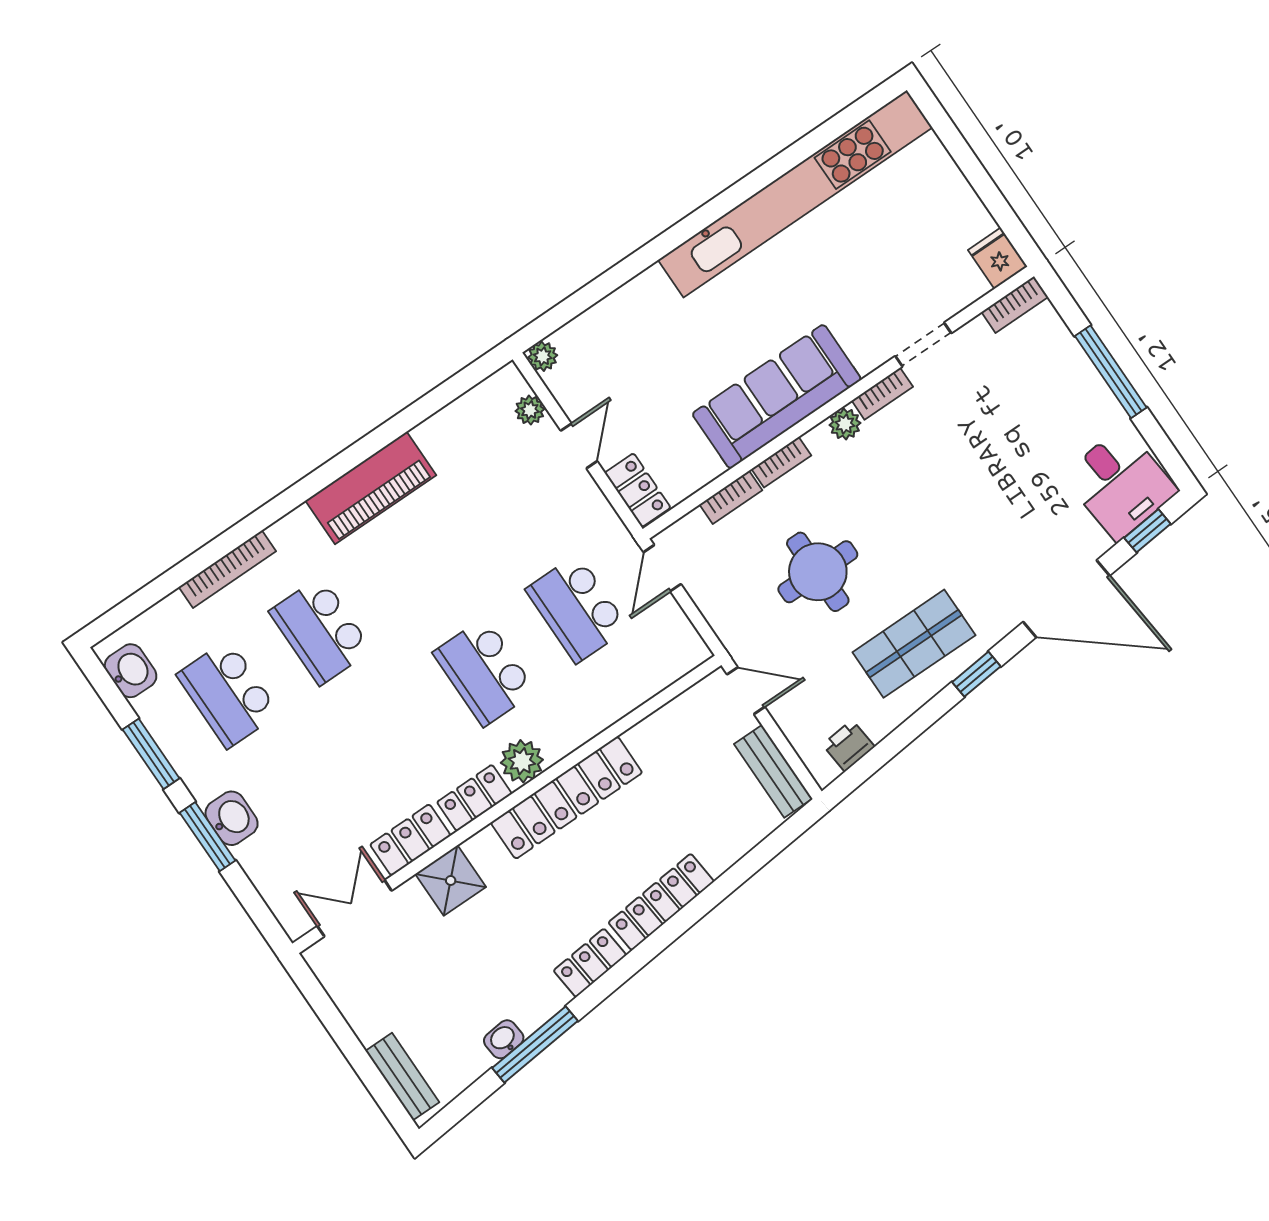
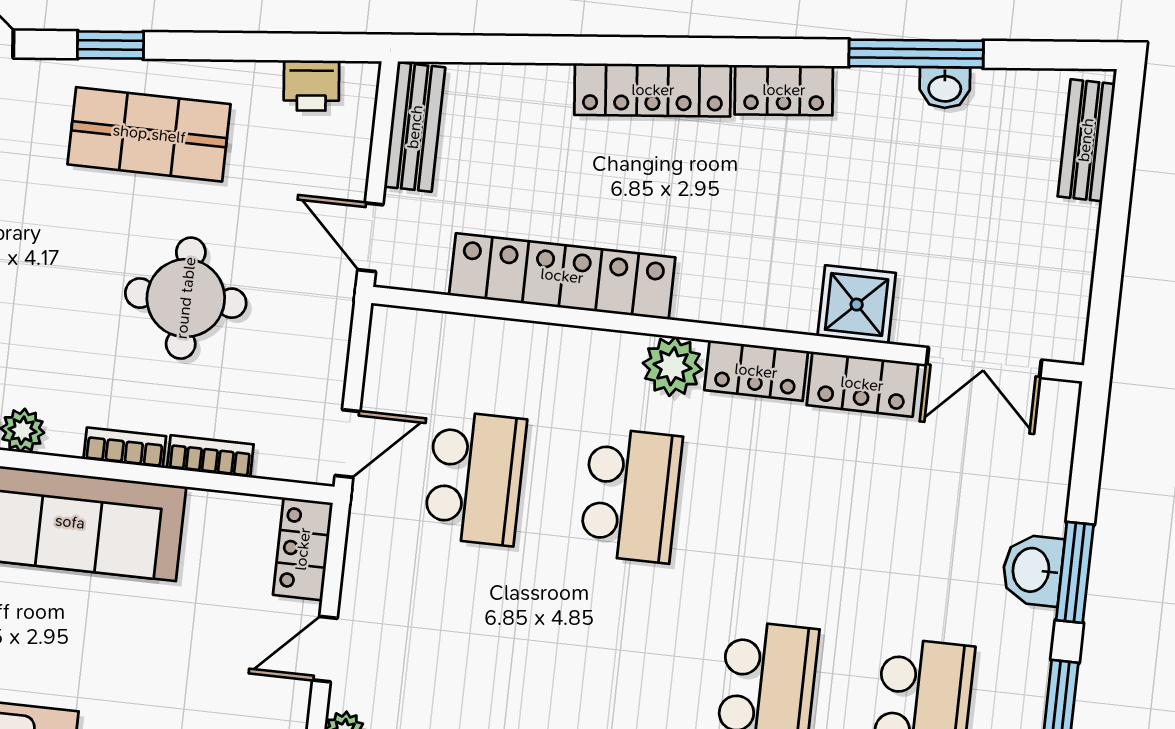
locker: (566, 798) -> (562, 276), moved

